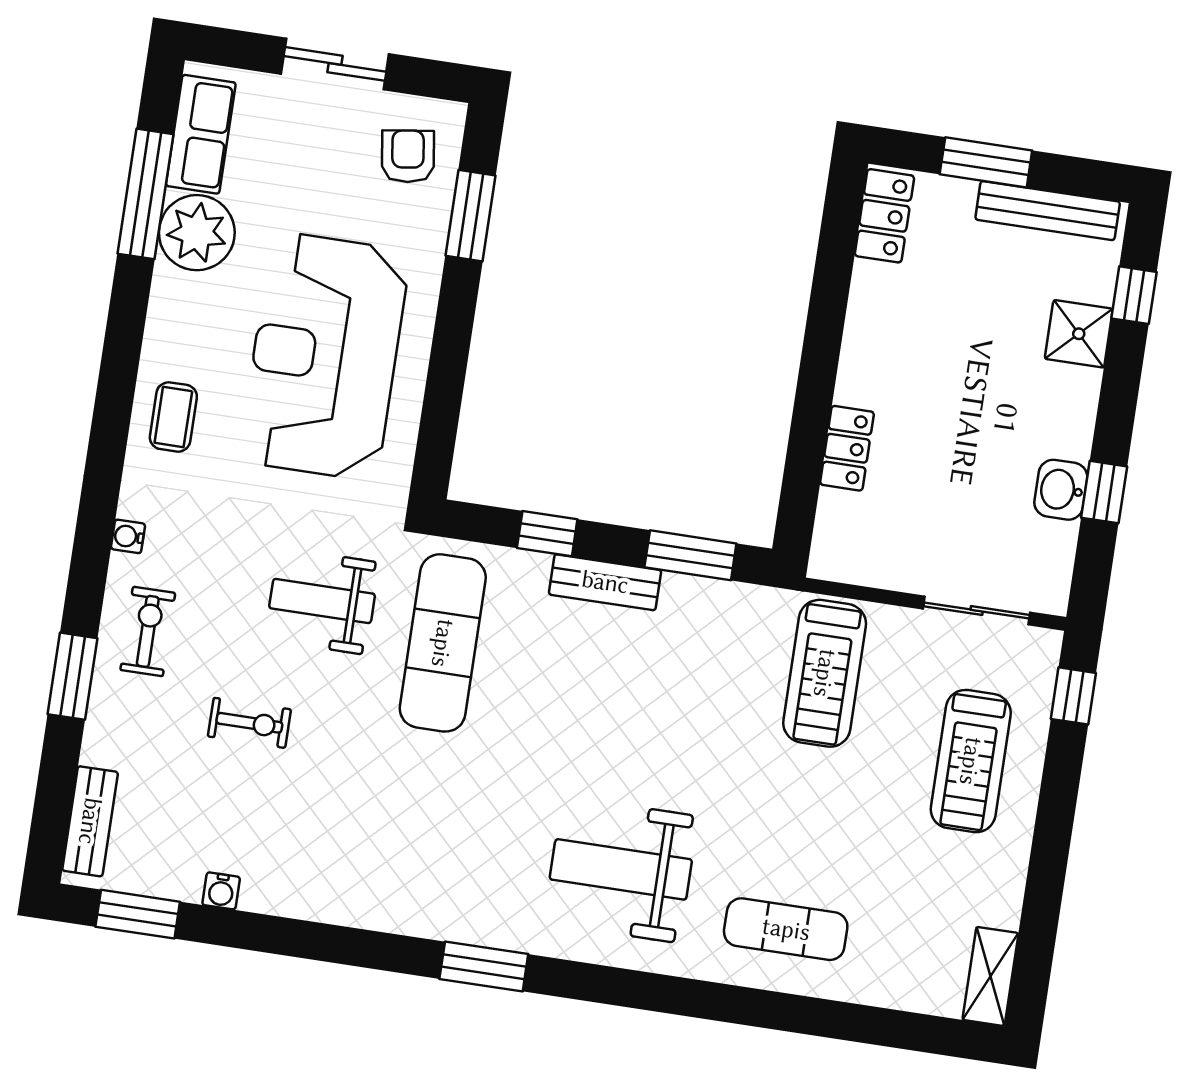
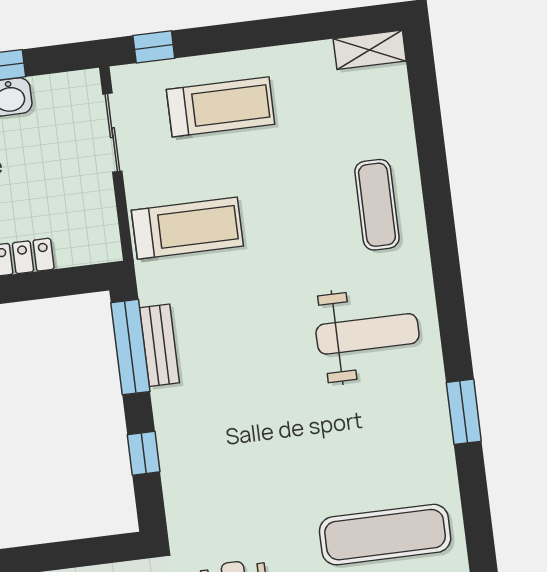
window: (690, 555) -> (130, 347), width x1.44
bench: (605, 582) -> (159, 345), moved
exercise mat: (443, 643) -> (385, 535), moved
weight bench: (621, 869) -> (368, 334), turned -90

